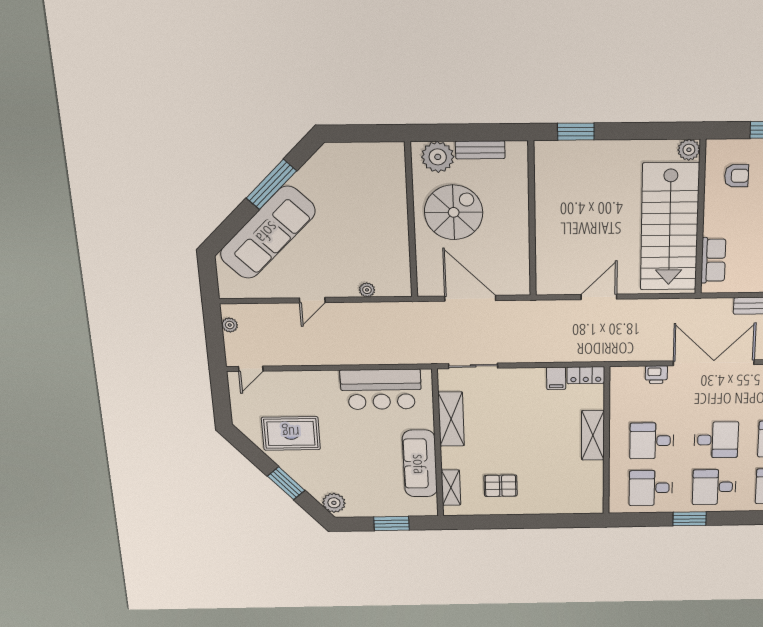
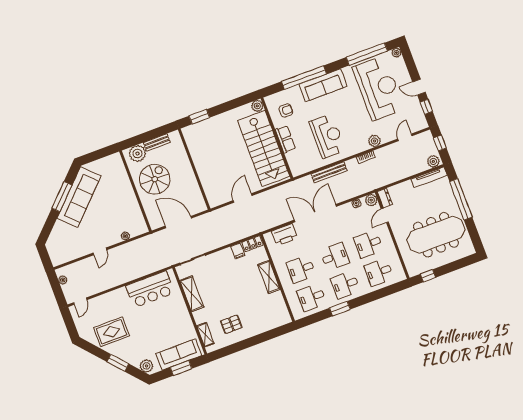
sofa: (268, 233) -> (79, 197), moved
row of seats: (713, 260) -> (285, 139), moved
printer: (656, 375) -> (285, 235), width x1.87, depth x1.48
sofa: (420, 464) -> (179, 355), moved, turned 90

